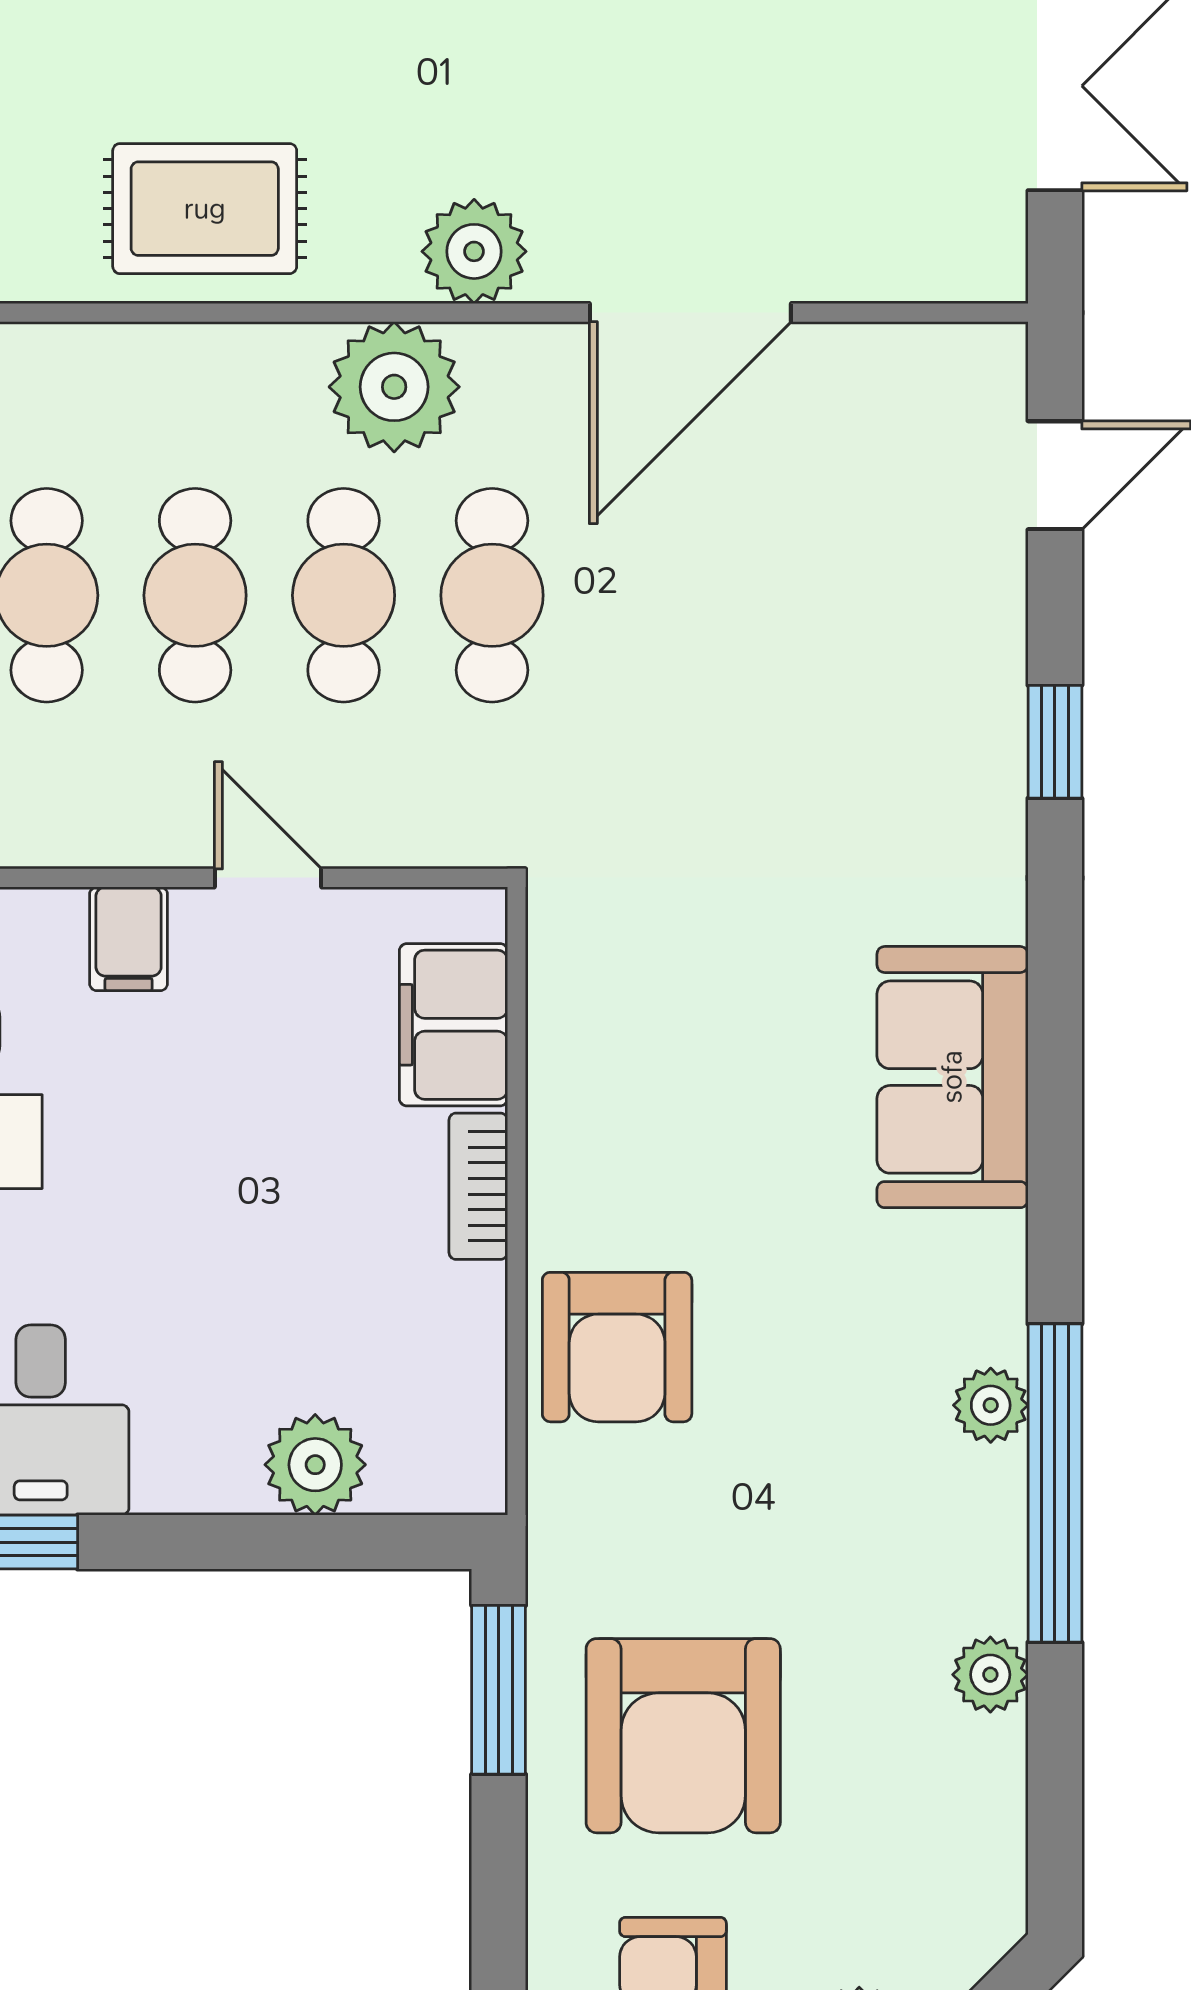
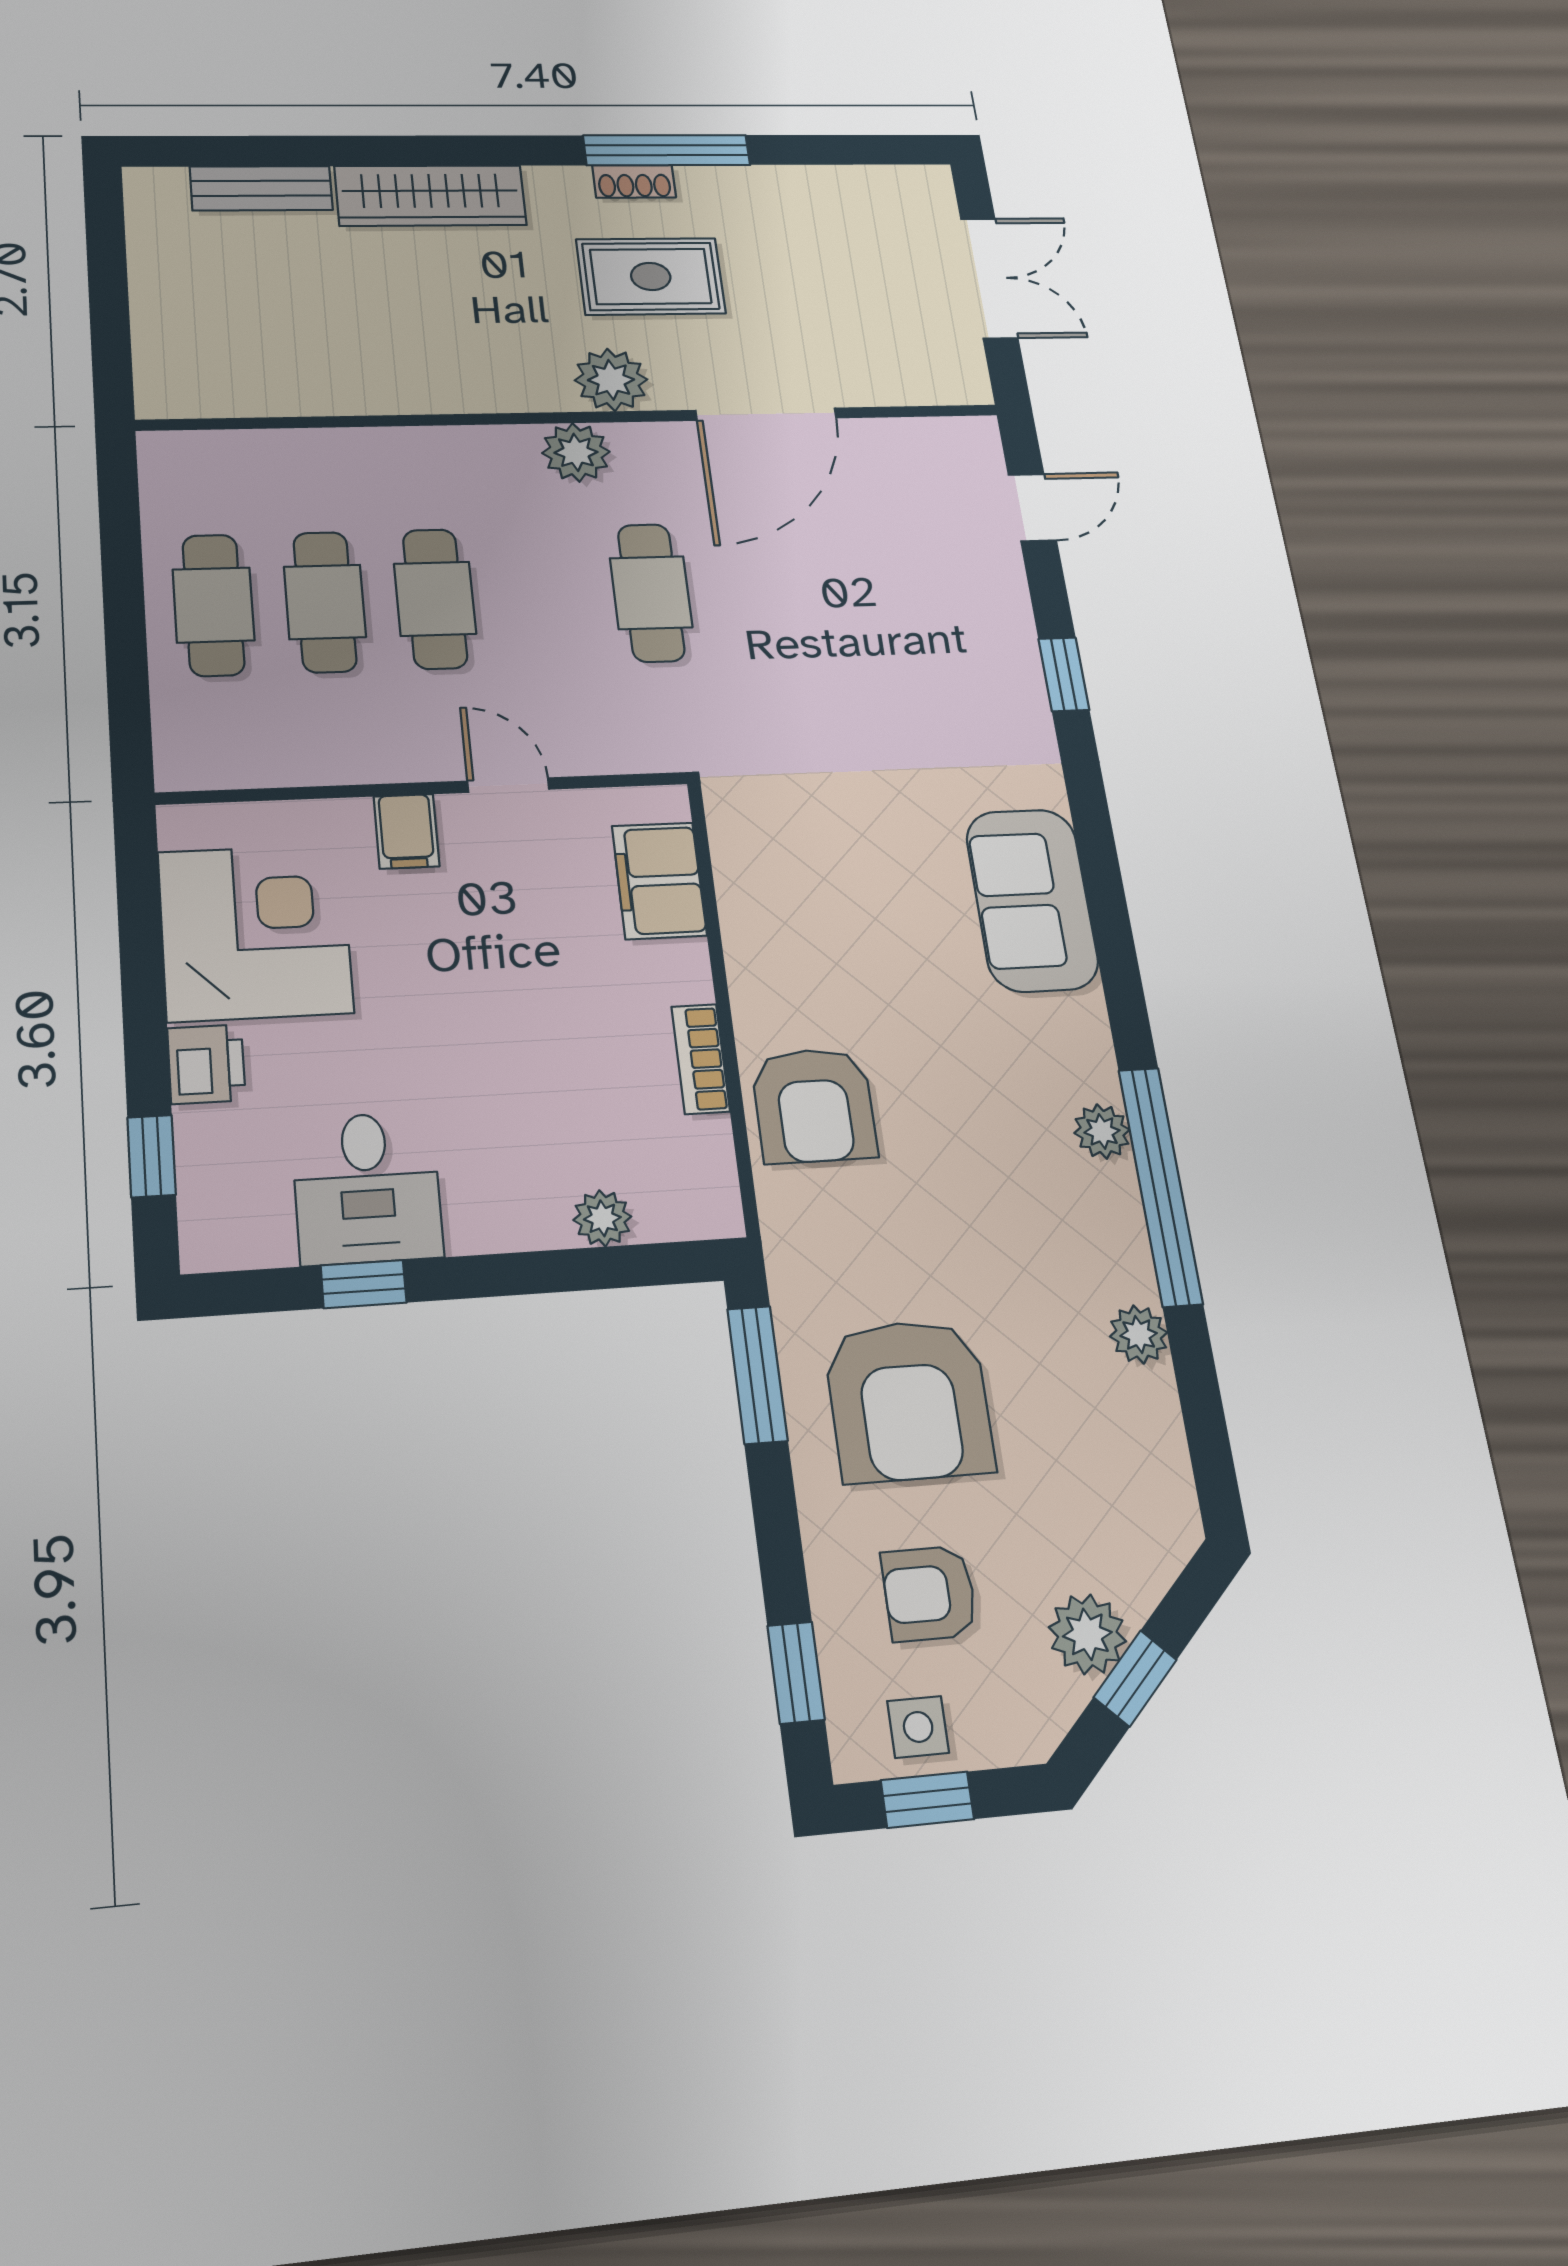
rug: (205, 209) -> (651, 276), moved
plant: (394, 387) -> (576, 452), width x0.73, depth x0.73
cafe table: (344, 595) -> (544, 596), removed
bookcase: (478, 1186) -> (701, 1059), moved
plant: (315, 1465) -> (602, 1218), width x0.73, depth x0.73

